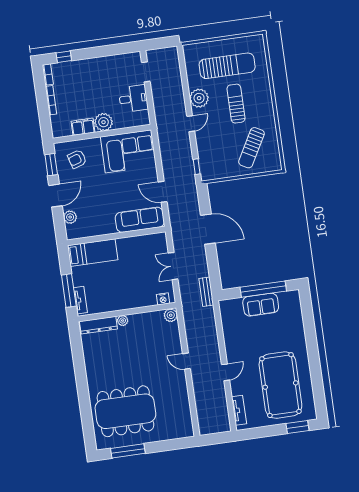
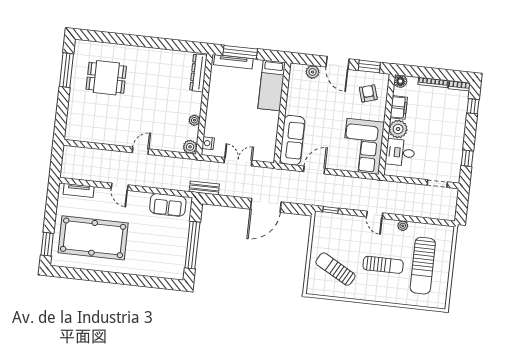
window: (115, 50) -> (467, 158), added
plant: (199, 98) -> (403, 226), width x0.53, depth x0.53
desk: (133, 99) -> (400, 152), moved, turned 90
floor lamp: (58, 132) -> (400, 81), added
tv unit: (80, 300) -> (233, 62), width x1.41
sofa: (261, 305) -> (168, 205), moved, turned -90
plant: (123, 321) -> (194, 120), moved
dining table: (125, 411) -> (106, 78), width x0.53, depth x0.80

